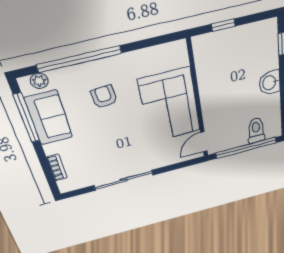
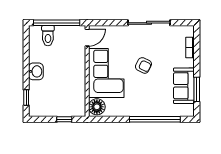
floor lamp: (176, 56) -> (97, 107), added
plant: (39, 81) -> (182, 112), removed
armchair: (104, 97) -> (143, 65), moved, turned -59
window: (27, 118) -> (197, 89), width x0.69

